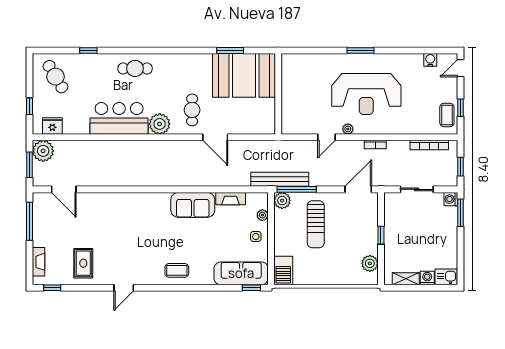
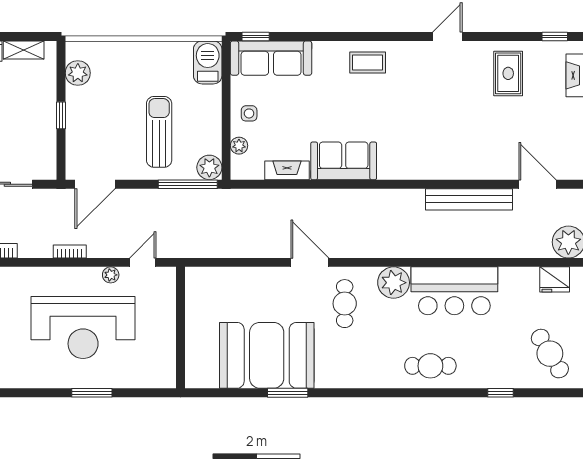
wall: (278, 94) -> (180, 328), moved
reception desk: (366, 94) -> (83, 328), turned 180
bench: (280, 179) -> (469, 199), moved

